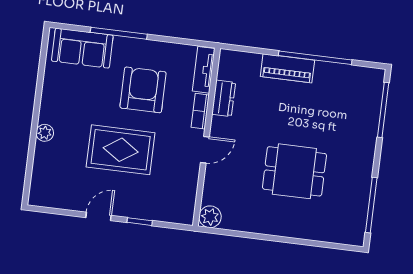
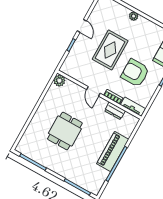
piano: (287, 68) -> (113, 152), width x1.37, depth x1.33
armchair: (143, 90) -> (135, 73), turned 180

